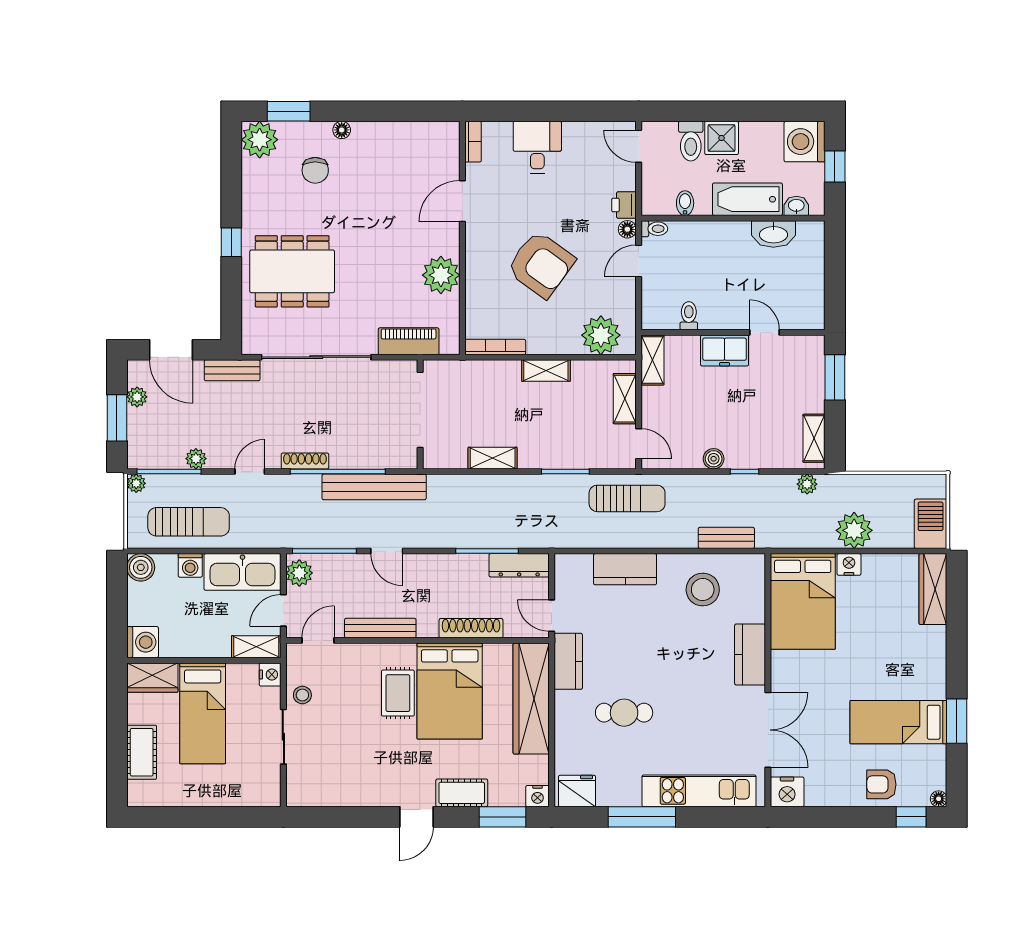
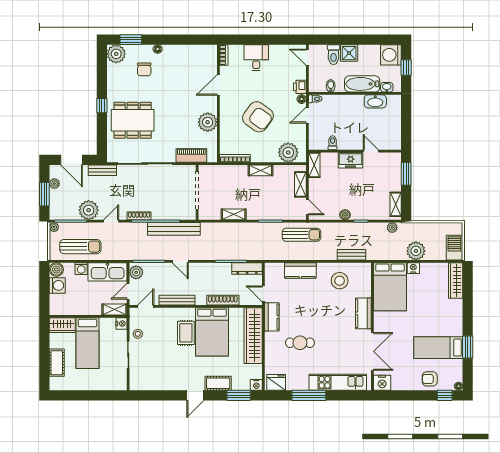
plant: (196, 459) -> (89, 210), width x1.87, depth x1.87
washing machine: (143, 642) -> (57, 285), moved

